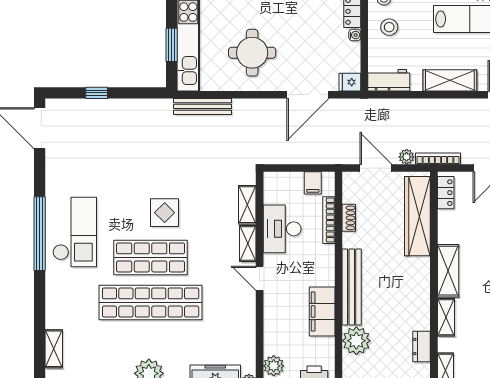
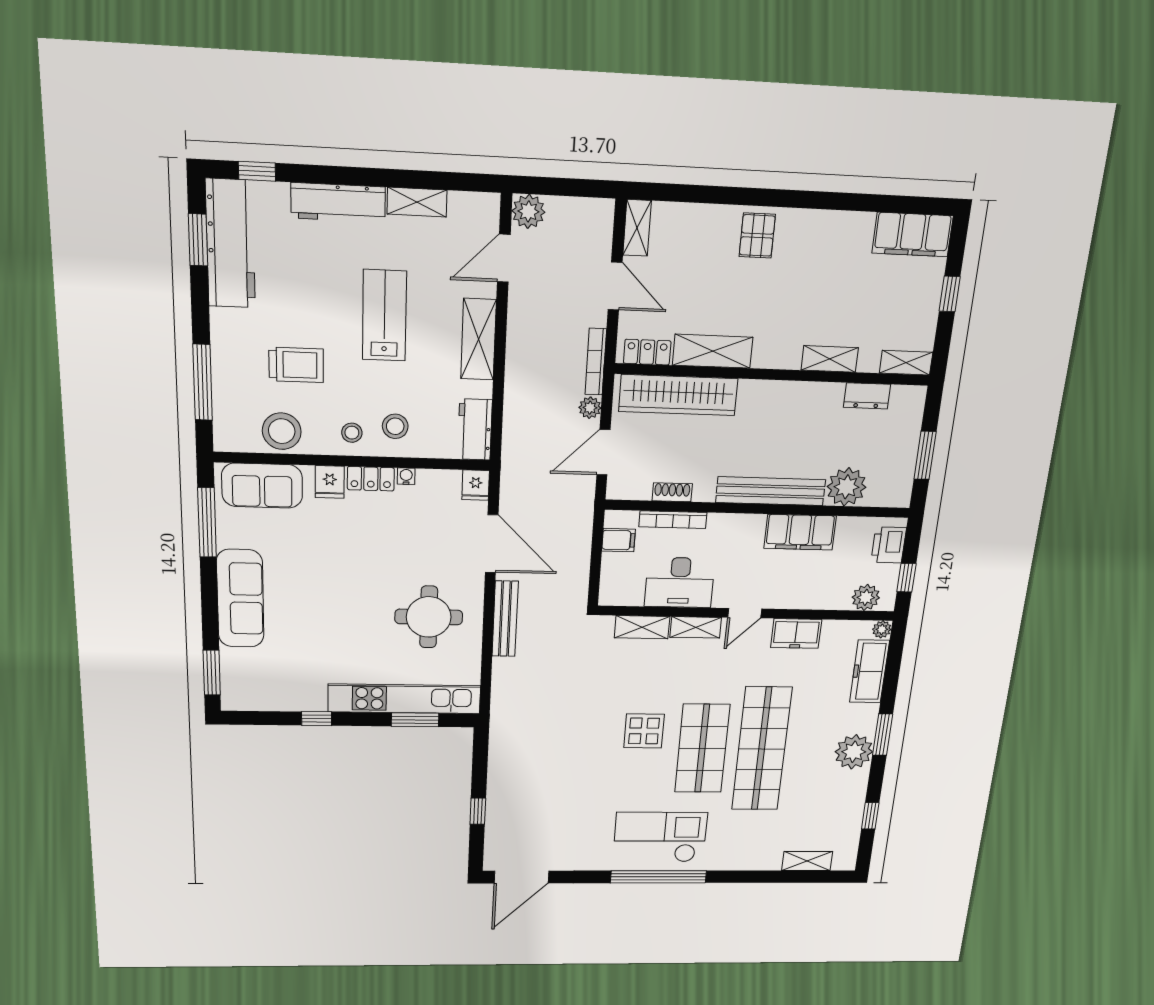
bench: (202, 106) -> (505, 619), moved
shelving: (448, 271) -> (713, 351), moved
freezer: (245, 318) -> (796, 633), added

